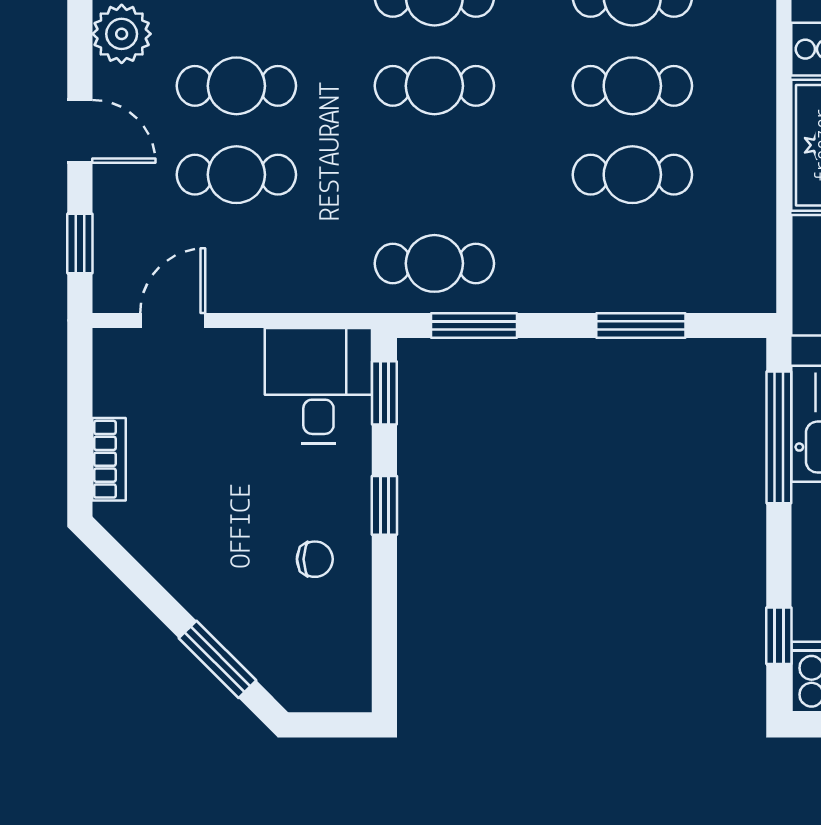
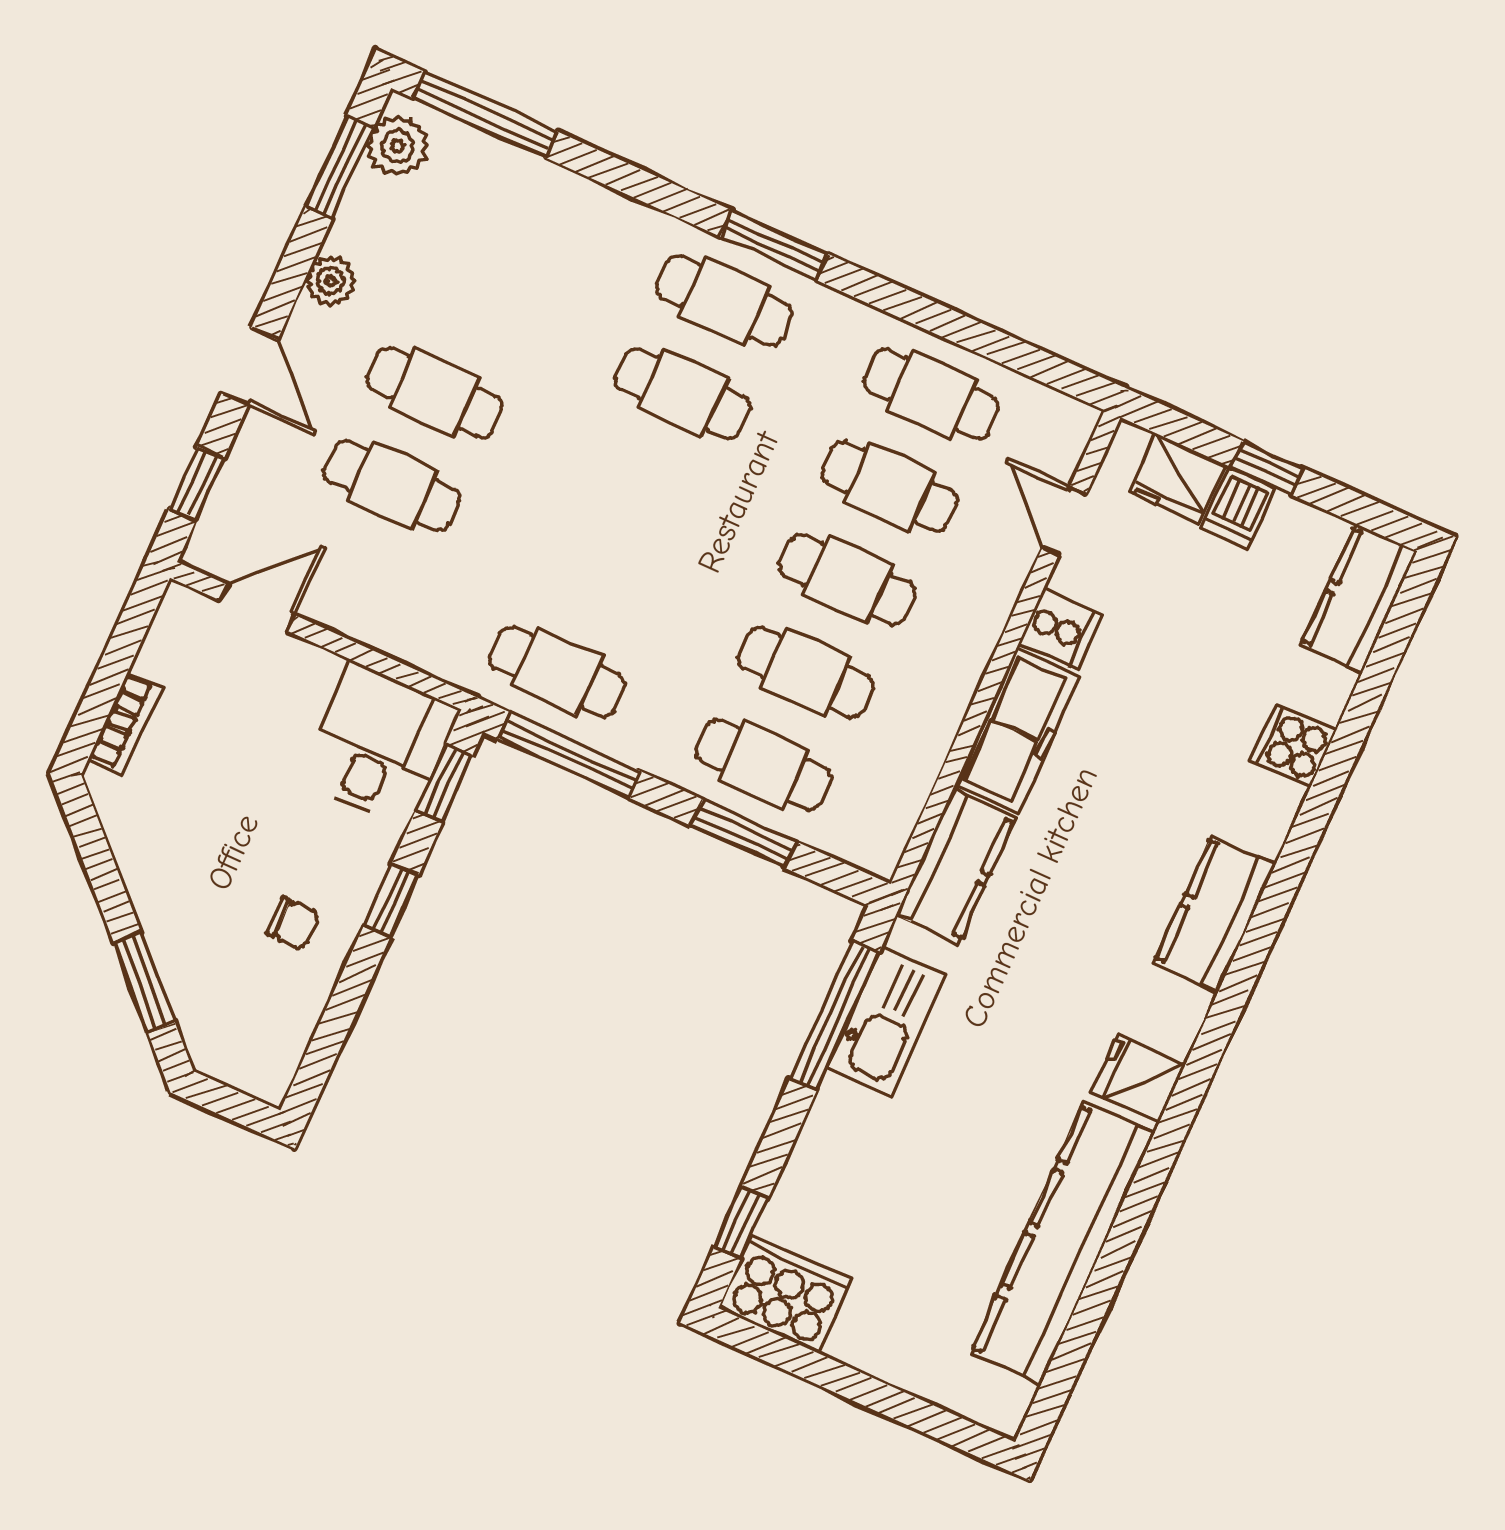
plant: (122, 34) -> (331, 281), width x0.73, depth x0.73
cafe table: (434, 86) -> (764, 765), moved
window: (474, 325) -> (569, 755), width x1.44

